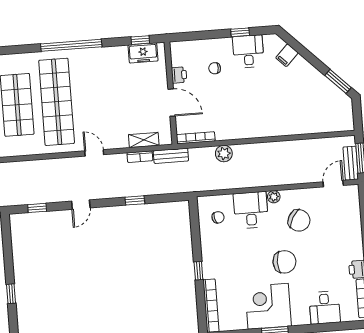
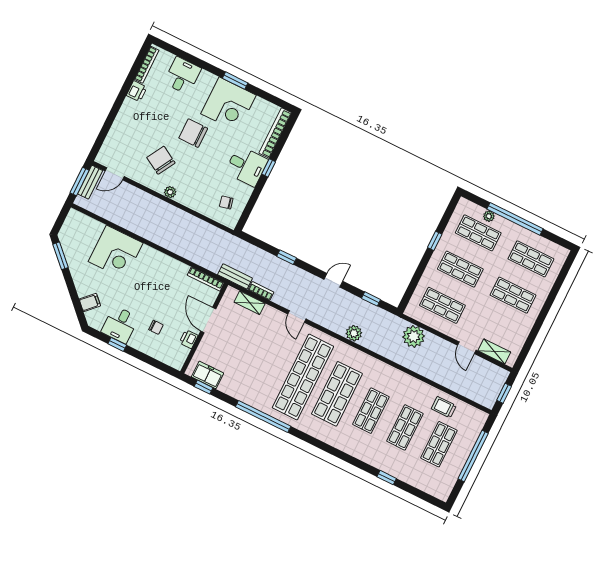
corner desk: (291, 114) -> (116, 252), added
plant: (224, 154) -> (354, 333), moved
desk: (251, 210) -> (246, 166), moved, turned -90

